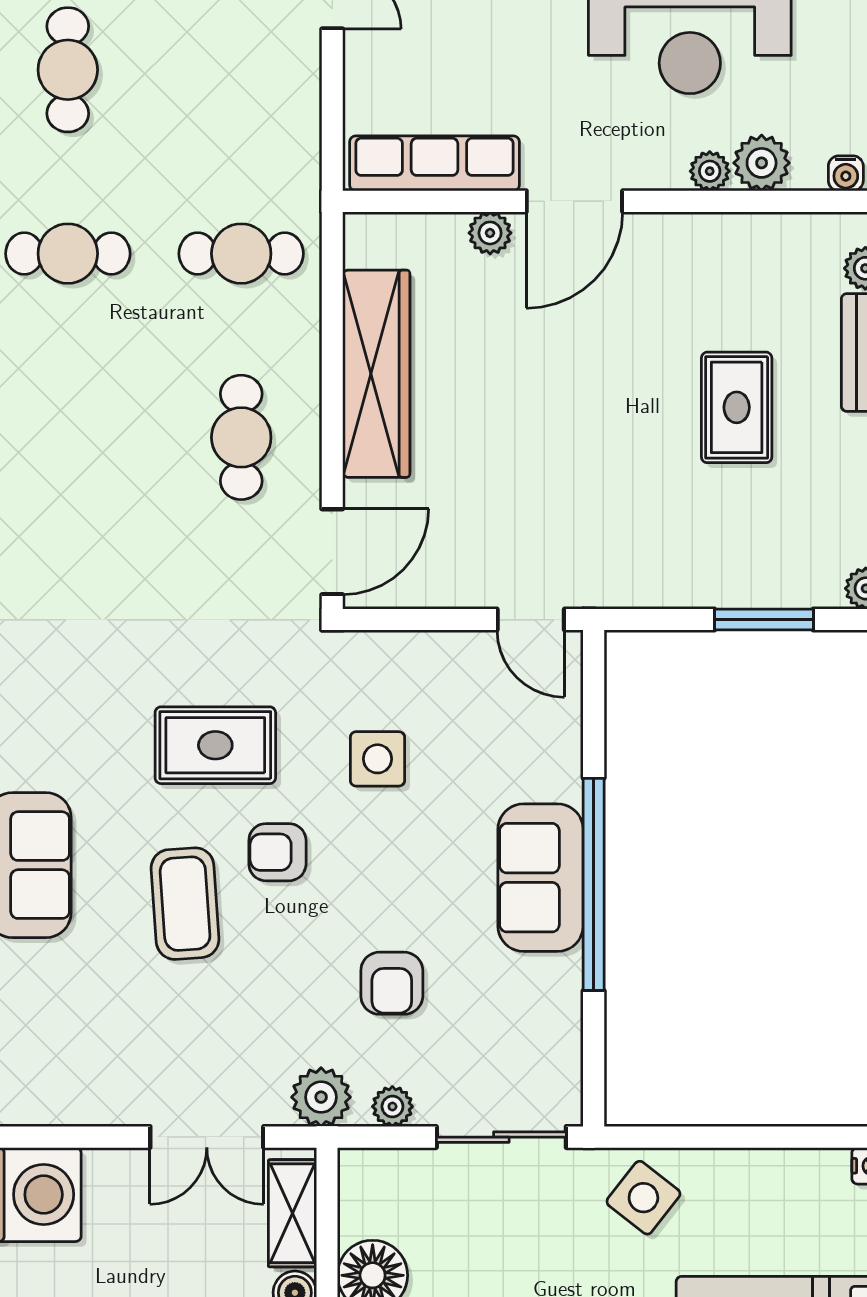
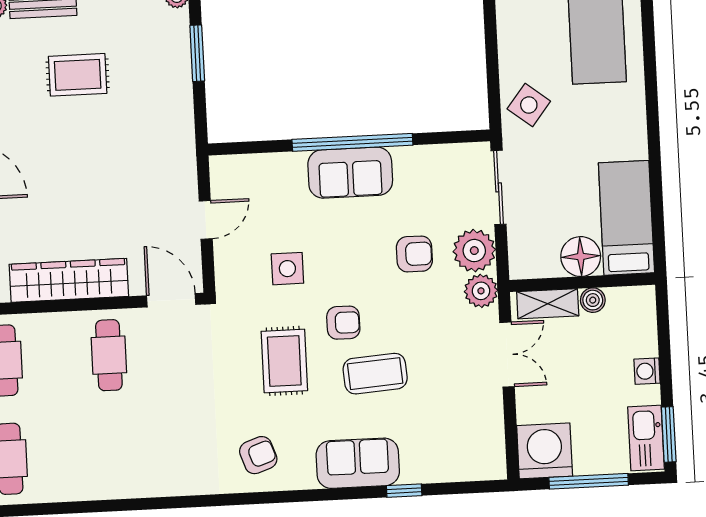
cafe table: (241, 437) -> (109, 355), turned 90
door: (531, 620) -> (206, 220), moved
armchair: (52, 691) -> (258, 455), added
armchair: (277, 852) -> (343, 323), turned -90
plant: (392, 1106) -> (474, 251), width x1.88, depth x1.88

